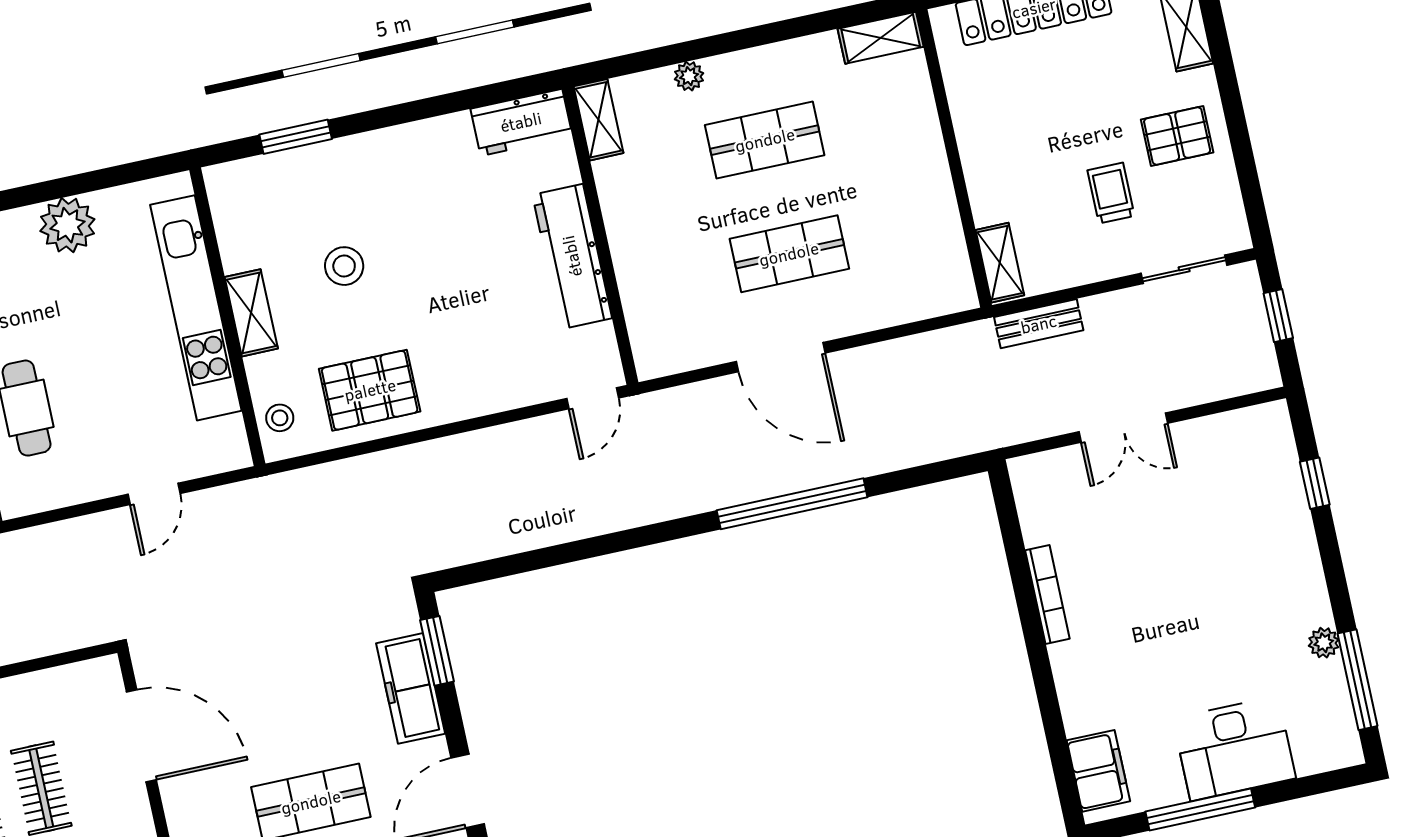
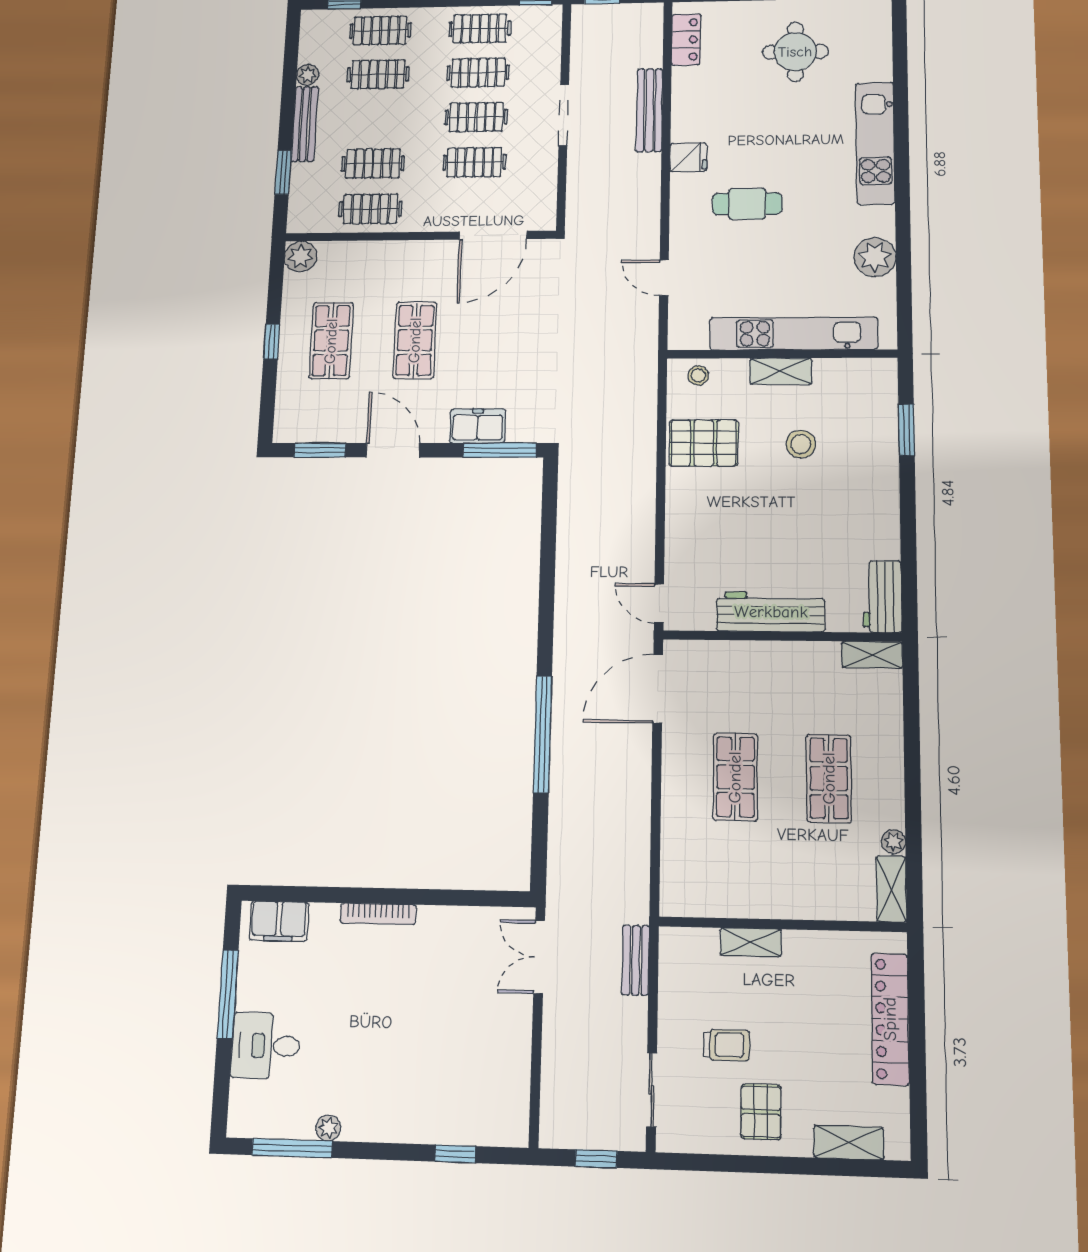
plant: (689, 76) -> (893, 842), moved
shelving: (1000, 263) -> (751, 942), moved
door: (781, 357) -> (658, 689), moved
pallet: (370, 390) -> (704, 443), turned 90
double door: (1123, 428) -> (539, 957), moved
bookcase: (1047, 594) -> (378, 914), moved
window: (437, 651) -> (500, 450), width x1.44
freezer: (411, 688) -> (478, 426), width x0.71
desk: (1234, 748) -> (266, 1046), width x0.73

